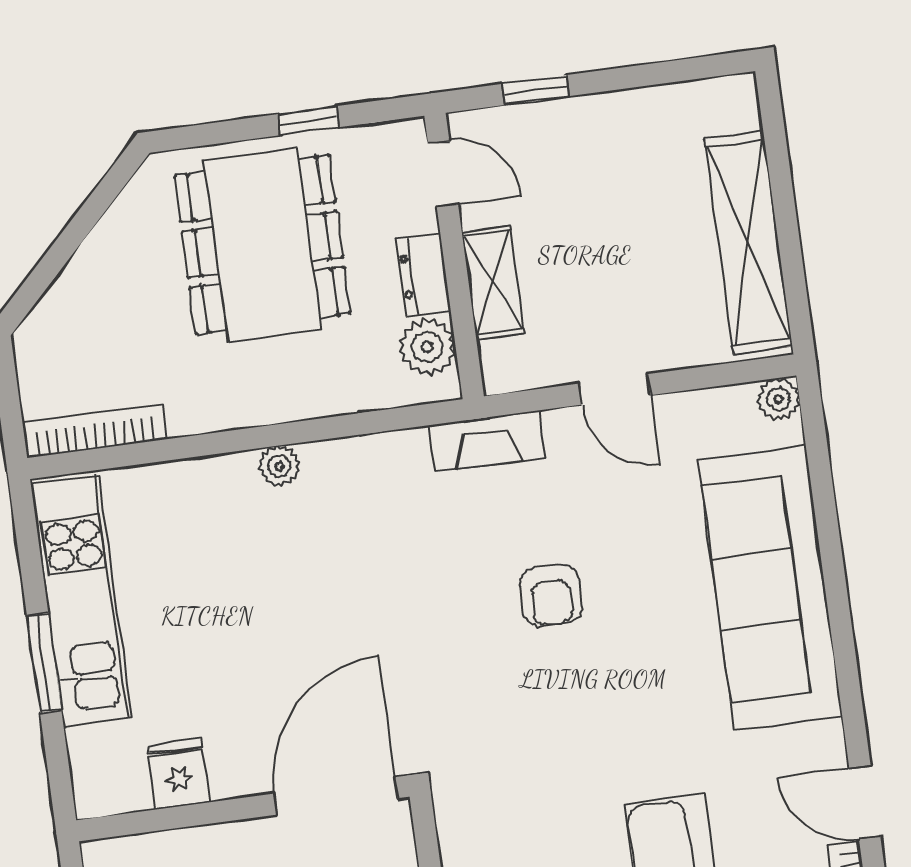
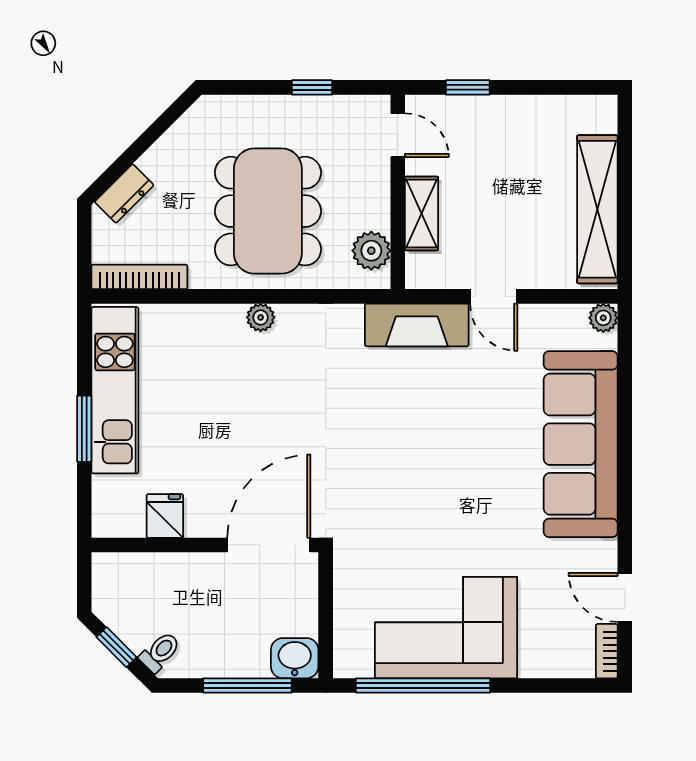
dining table: (262, 245) -> (268, 211), moved
dresser: (423, 275) -> (124, 194), moved, turned -135
fireplace: (487, 441) -> (417, 325), width x1.37, depth x1.32
armchair: (551, 595) -> (432, 429), removed

